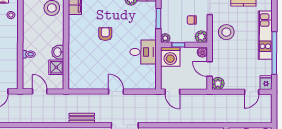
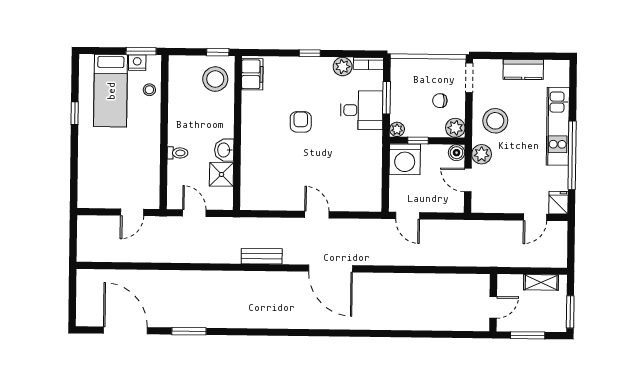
desk: (143, 52) -> (362, 110), moved
plant: (218, 83) -> (482, 154), moved

